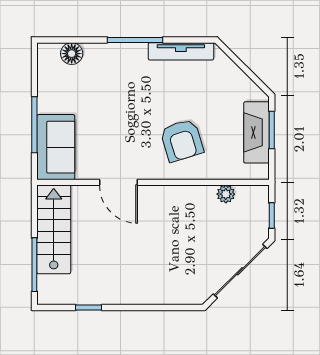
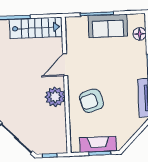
sofa: (56, 147) -> (108, 26), moved
plant: (226, 194) -> (55, 97), moved, width x1.87, depth x1.87

